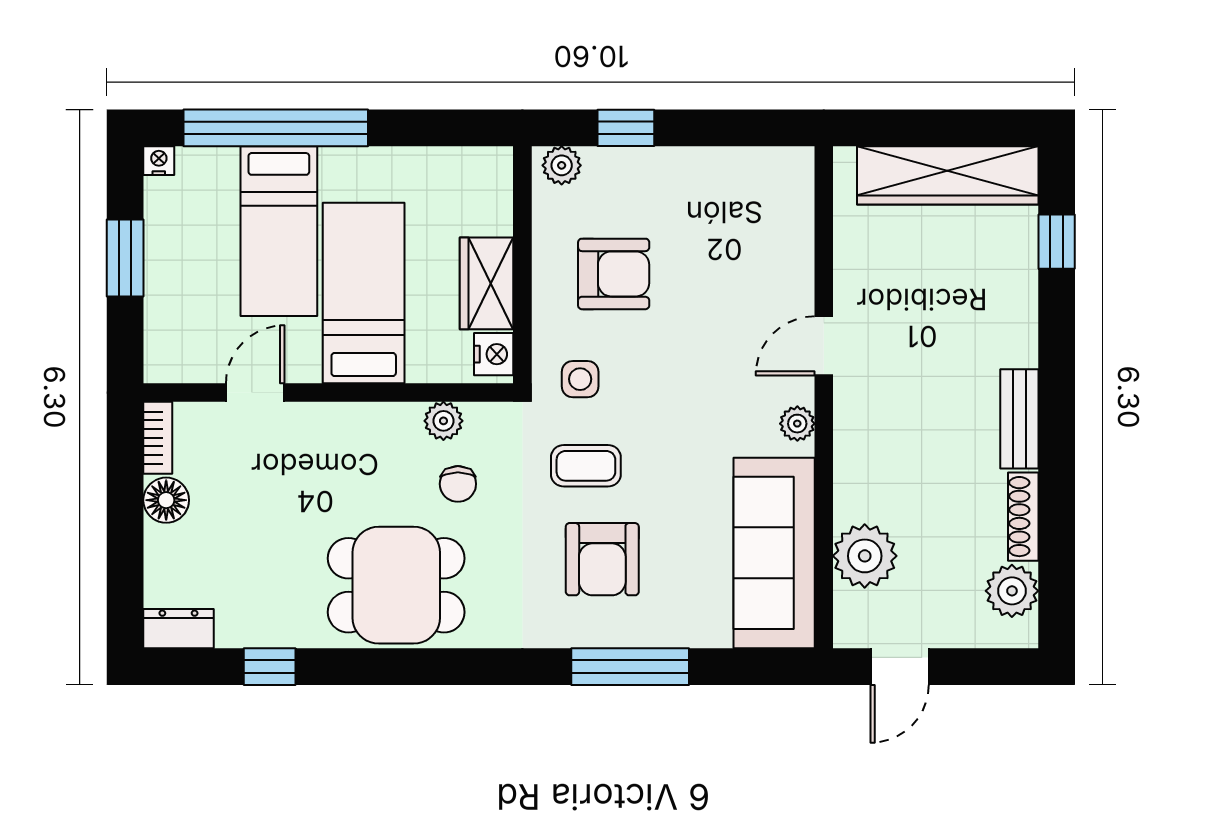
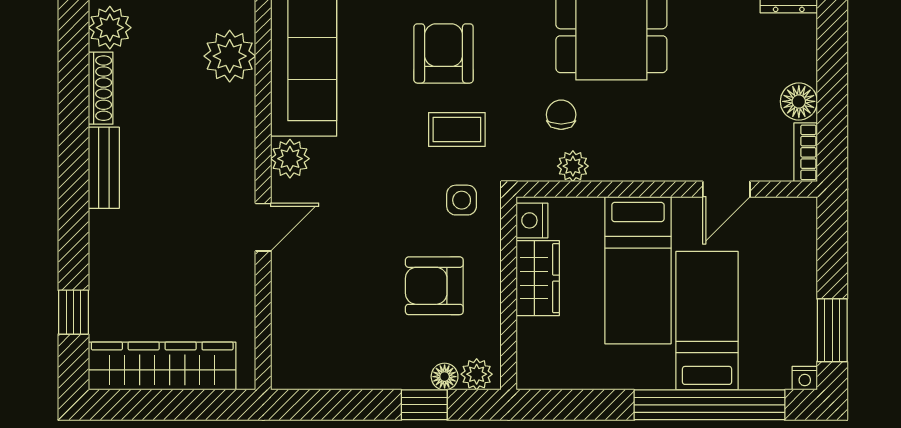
floor lamp: (601, 163) -> (445, 377), added
window: (125, 258) -> (832, 330), moved
plant: (797, 424) -> (290, 159), width x1.38, depth x1.38

